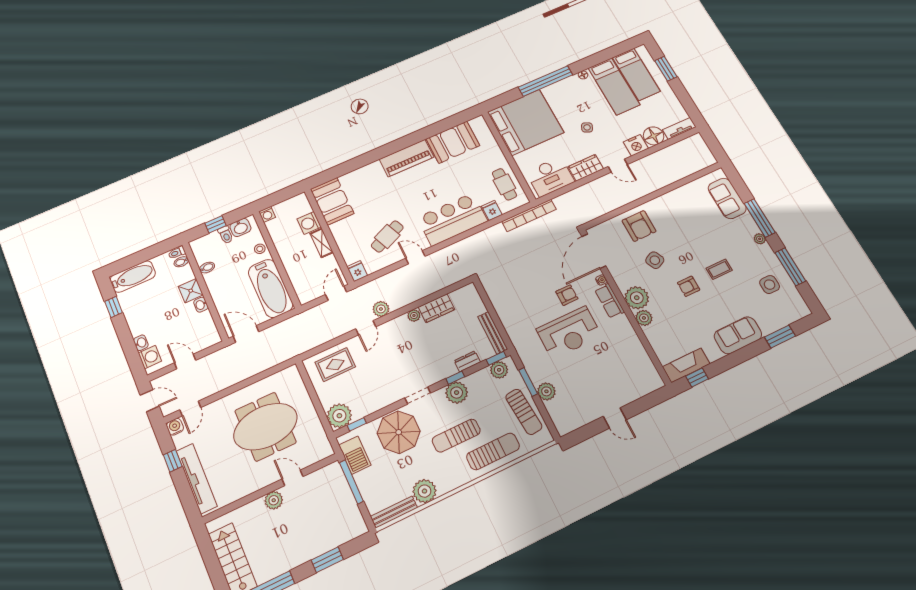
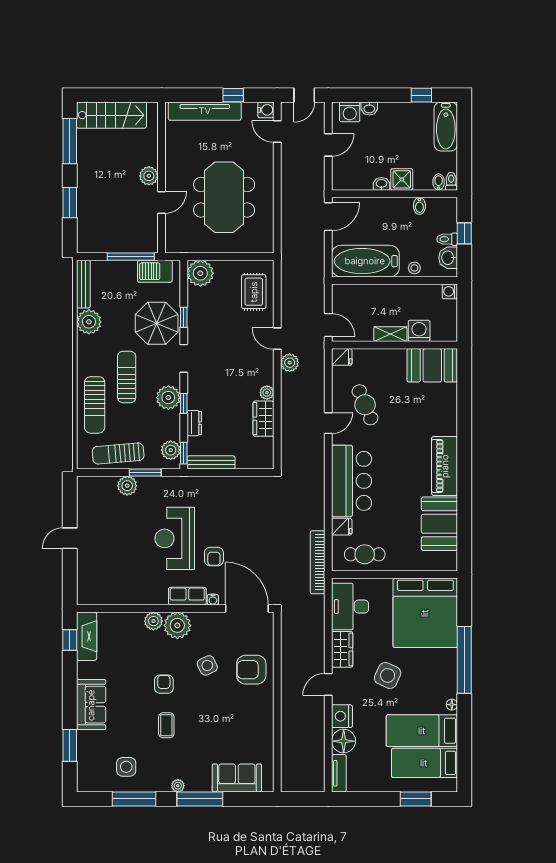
side table: (587, 127) -> (388, 675), width x1.87, depth x1.87
window: (357, 424) -> (184, 317), moved

